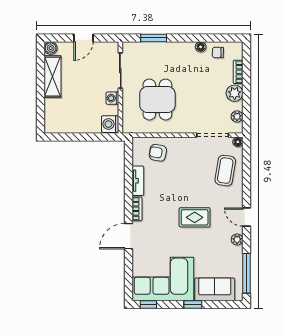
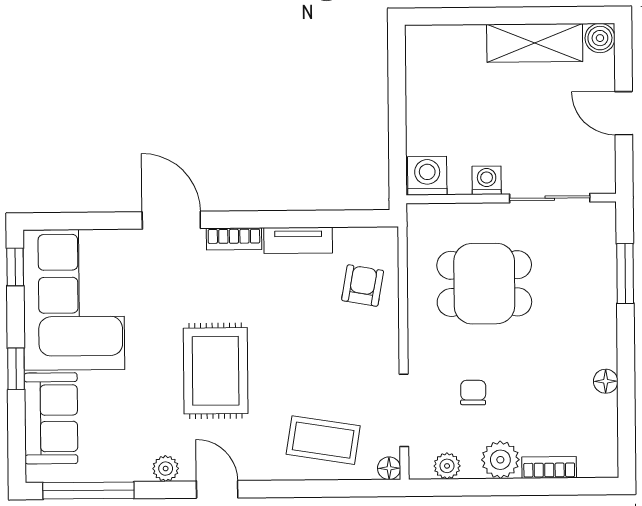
chair: (218, 53) -> (473, 392), moved
rug: (195, 217) -> (216, 371), width x1.36, depth x1.43
door: (246, 217) -> (217, 489), hinge flipped

